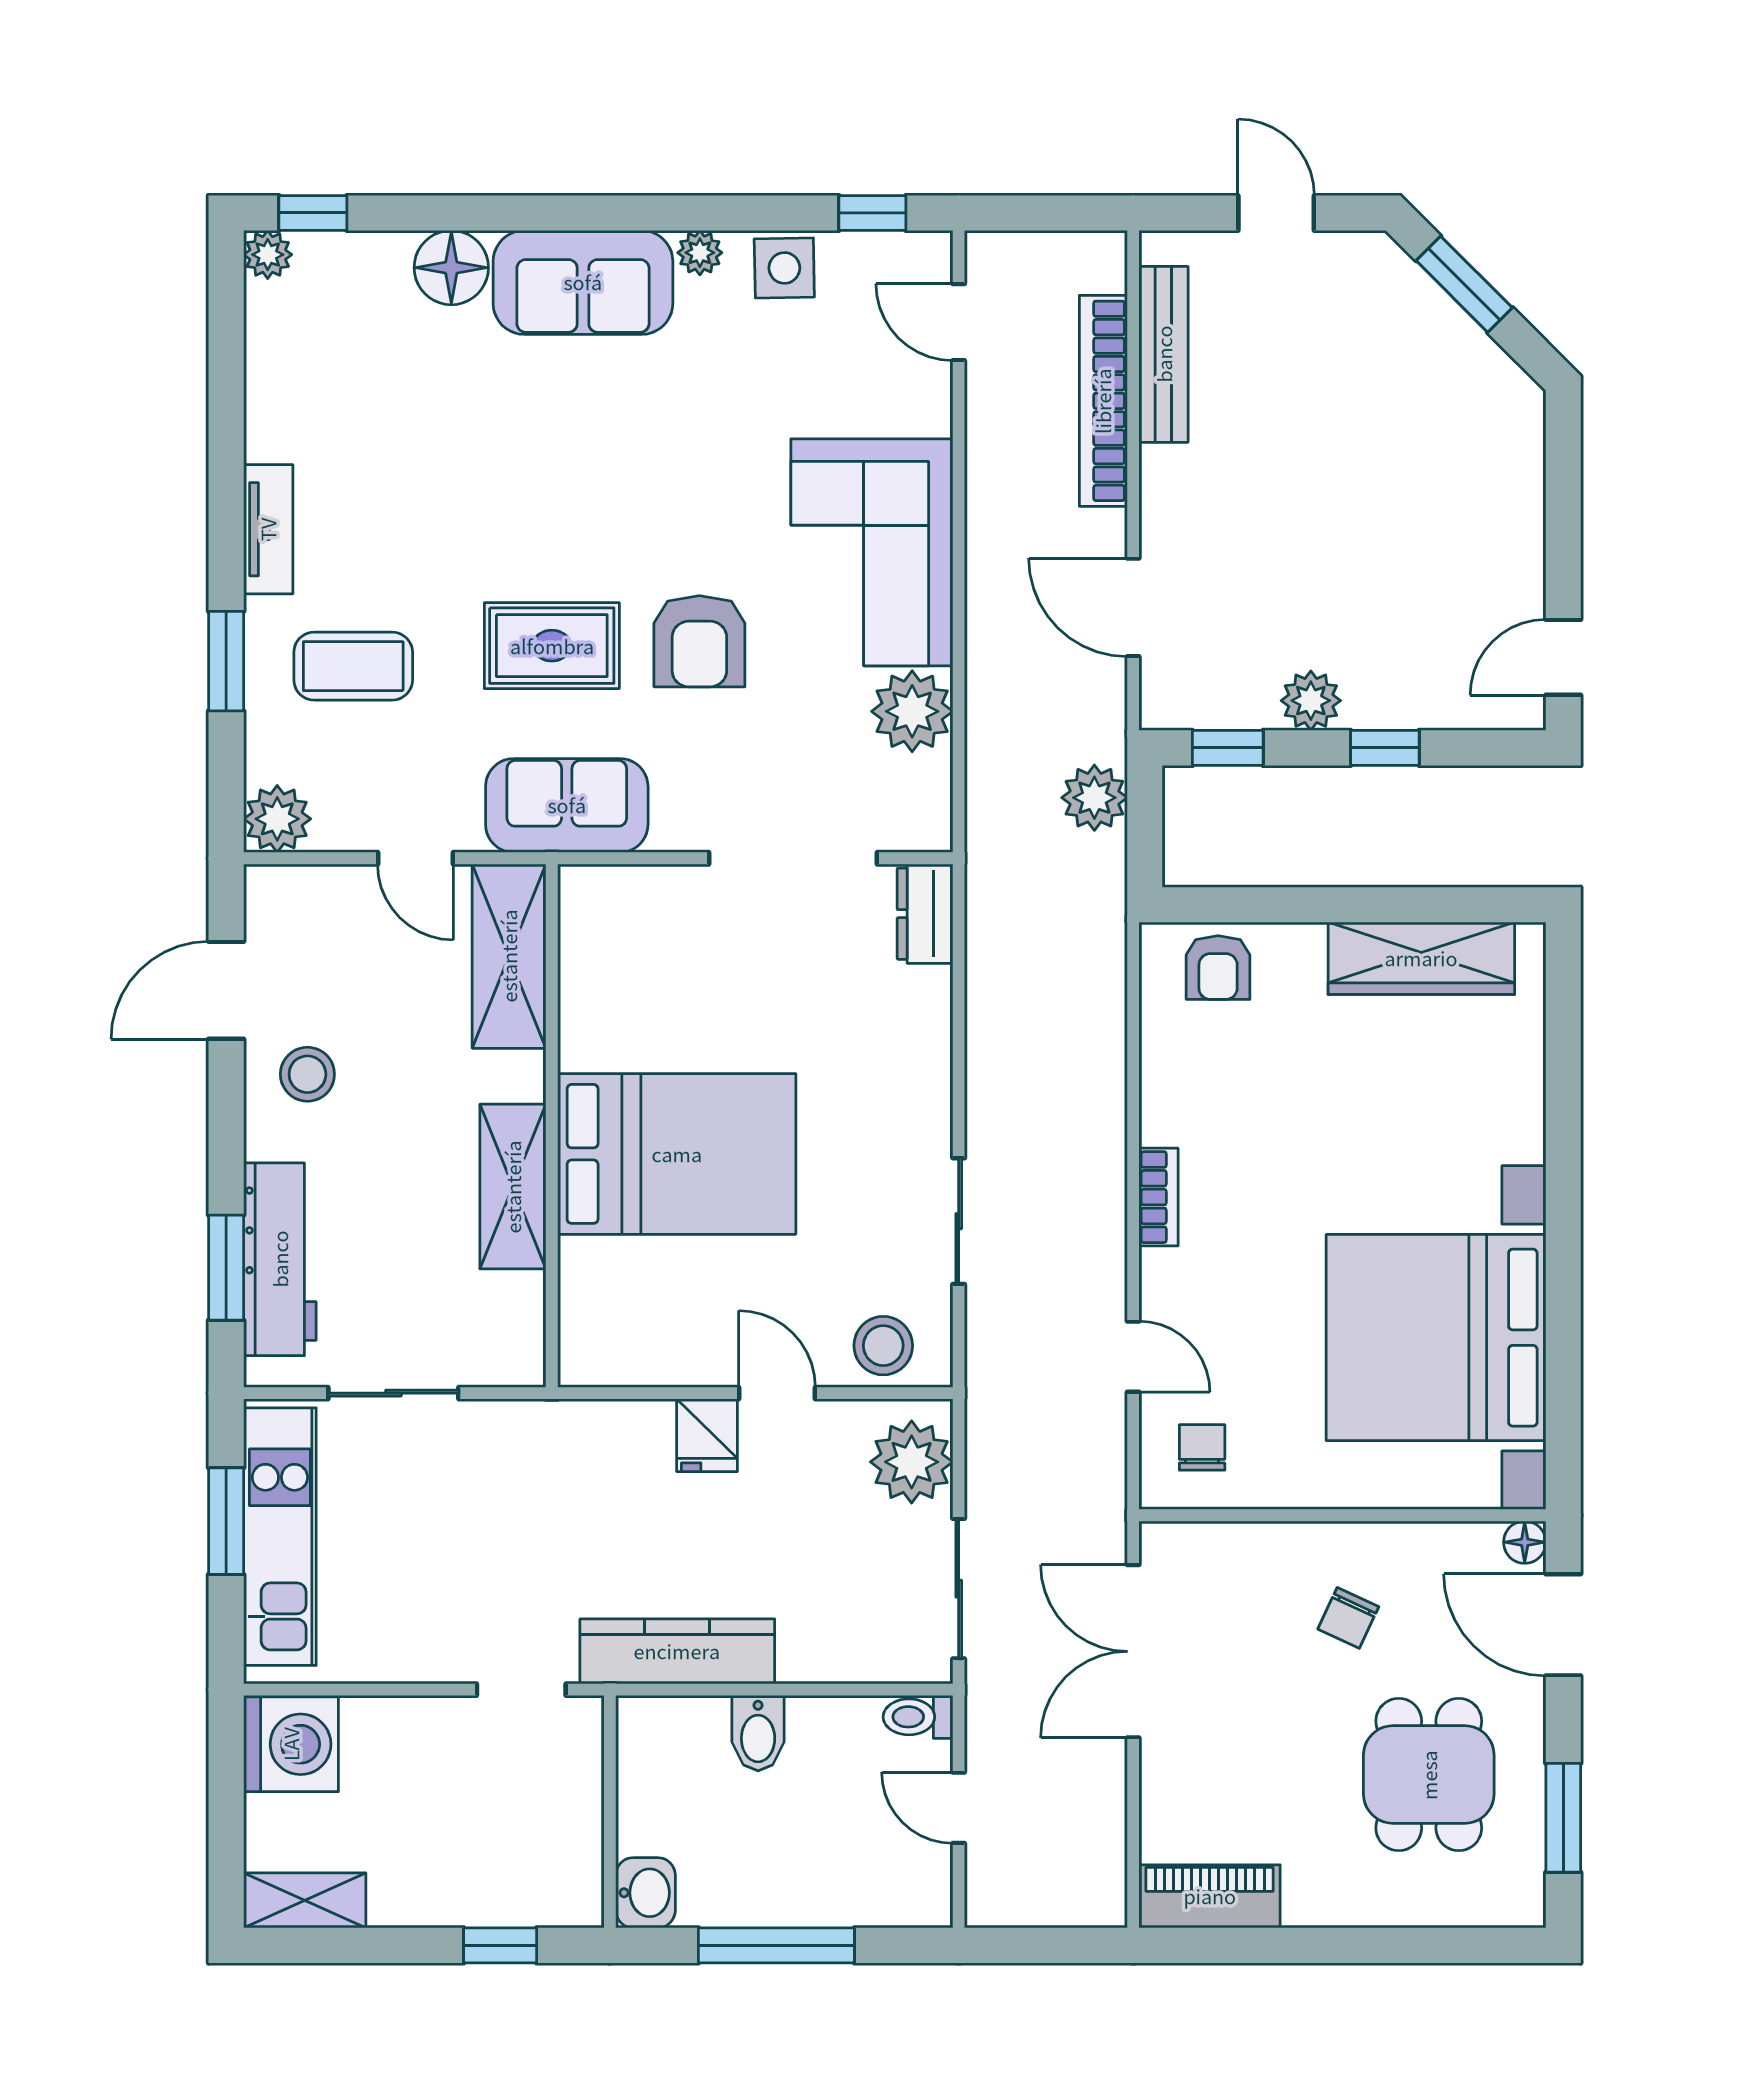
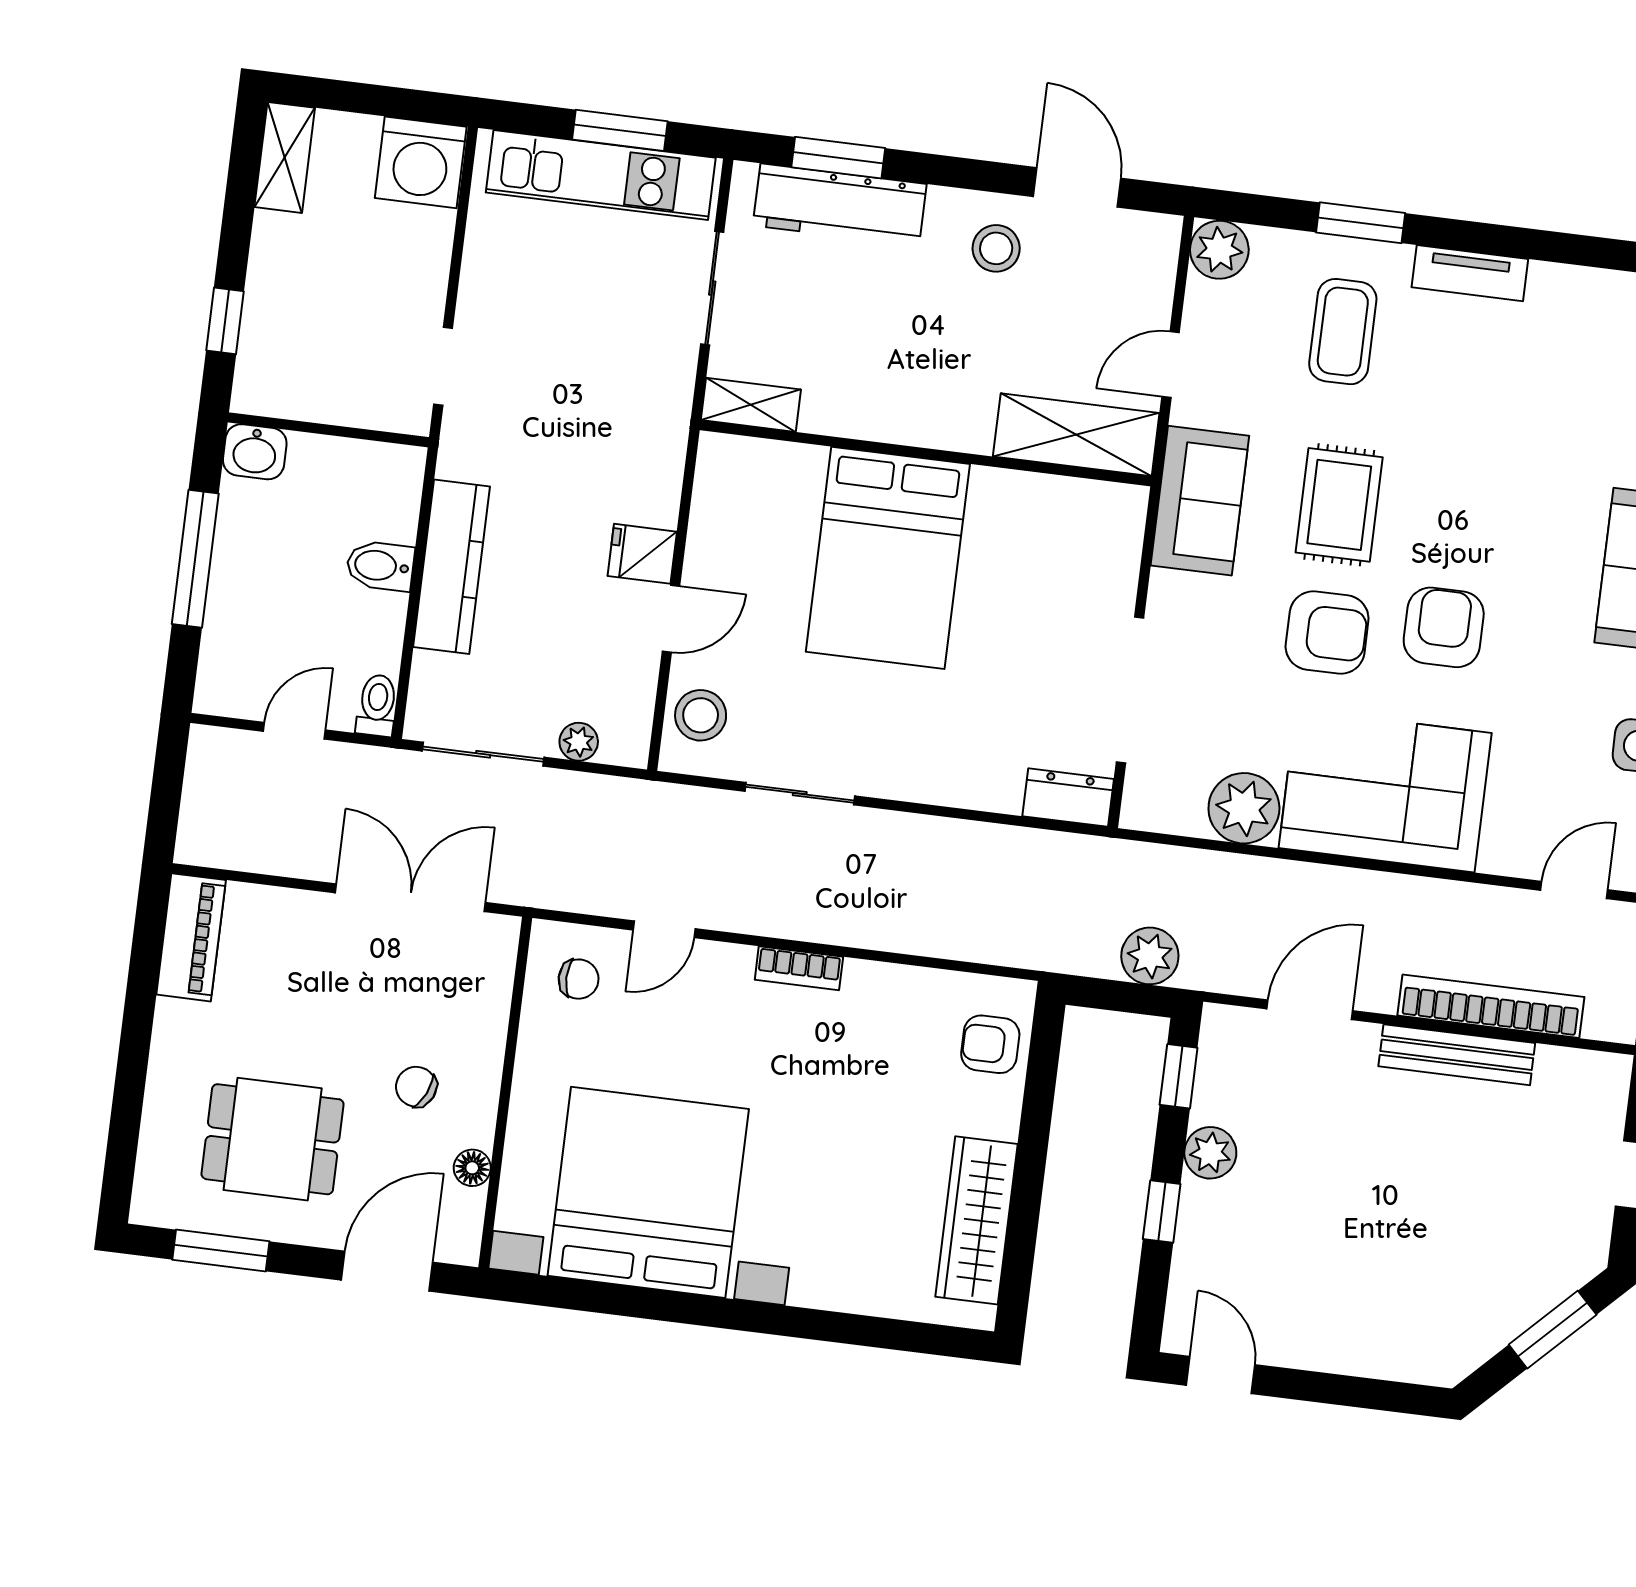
bench: (1164, 354) -> (1457, 1055), moved
armchair: (677, 509) -> (1444, 627), added
armchair: (699, 641) -> (1327, 633), turned 180
shelving: (513, 1187) -> (751, 405), moved, width x0.67, depth x0.75
plant: (912, 1462) -> (579, 742), width x0.53, depth x0.53
floor lamp: (1525, 1542) -> (472, 1168), moved
kitchen counter: (677, 1651) -> (452, 567), moved

